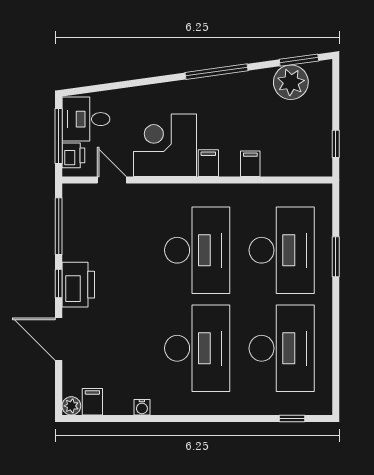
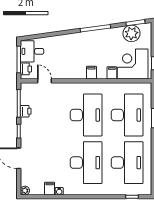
corner desk: (165, 145) -> (133, 64), moved
printer: (78, 285) -> (26, 111), moved, width x0.53, depth x0.68
filing cabinet: (92, 402) -> (50, 189), moved

